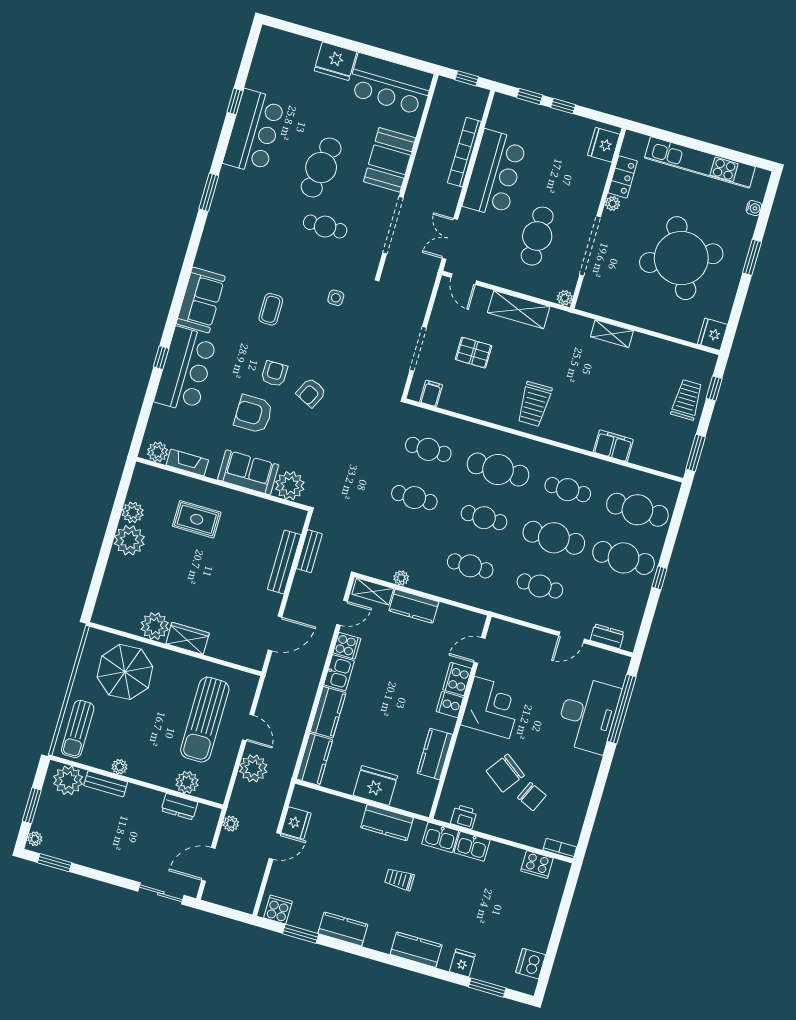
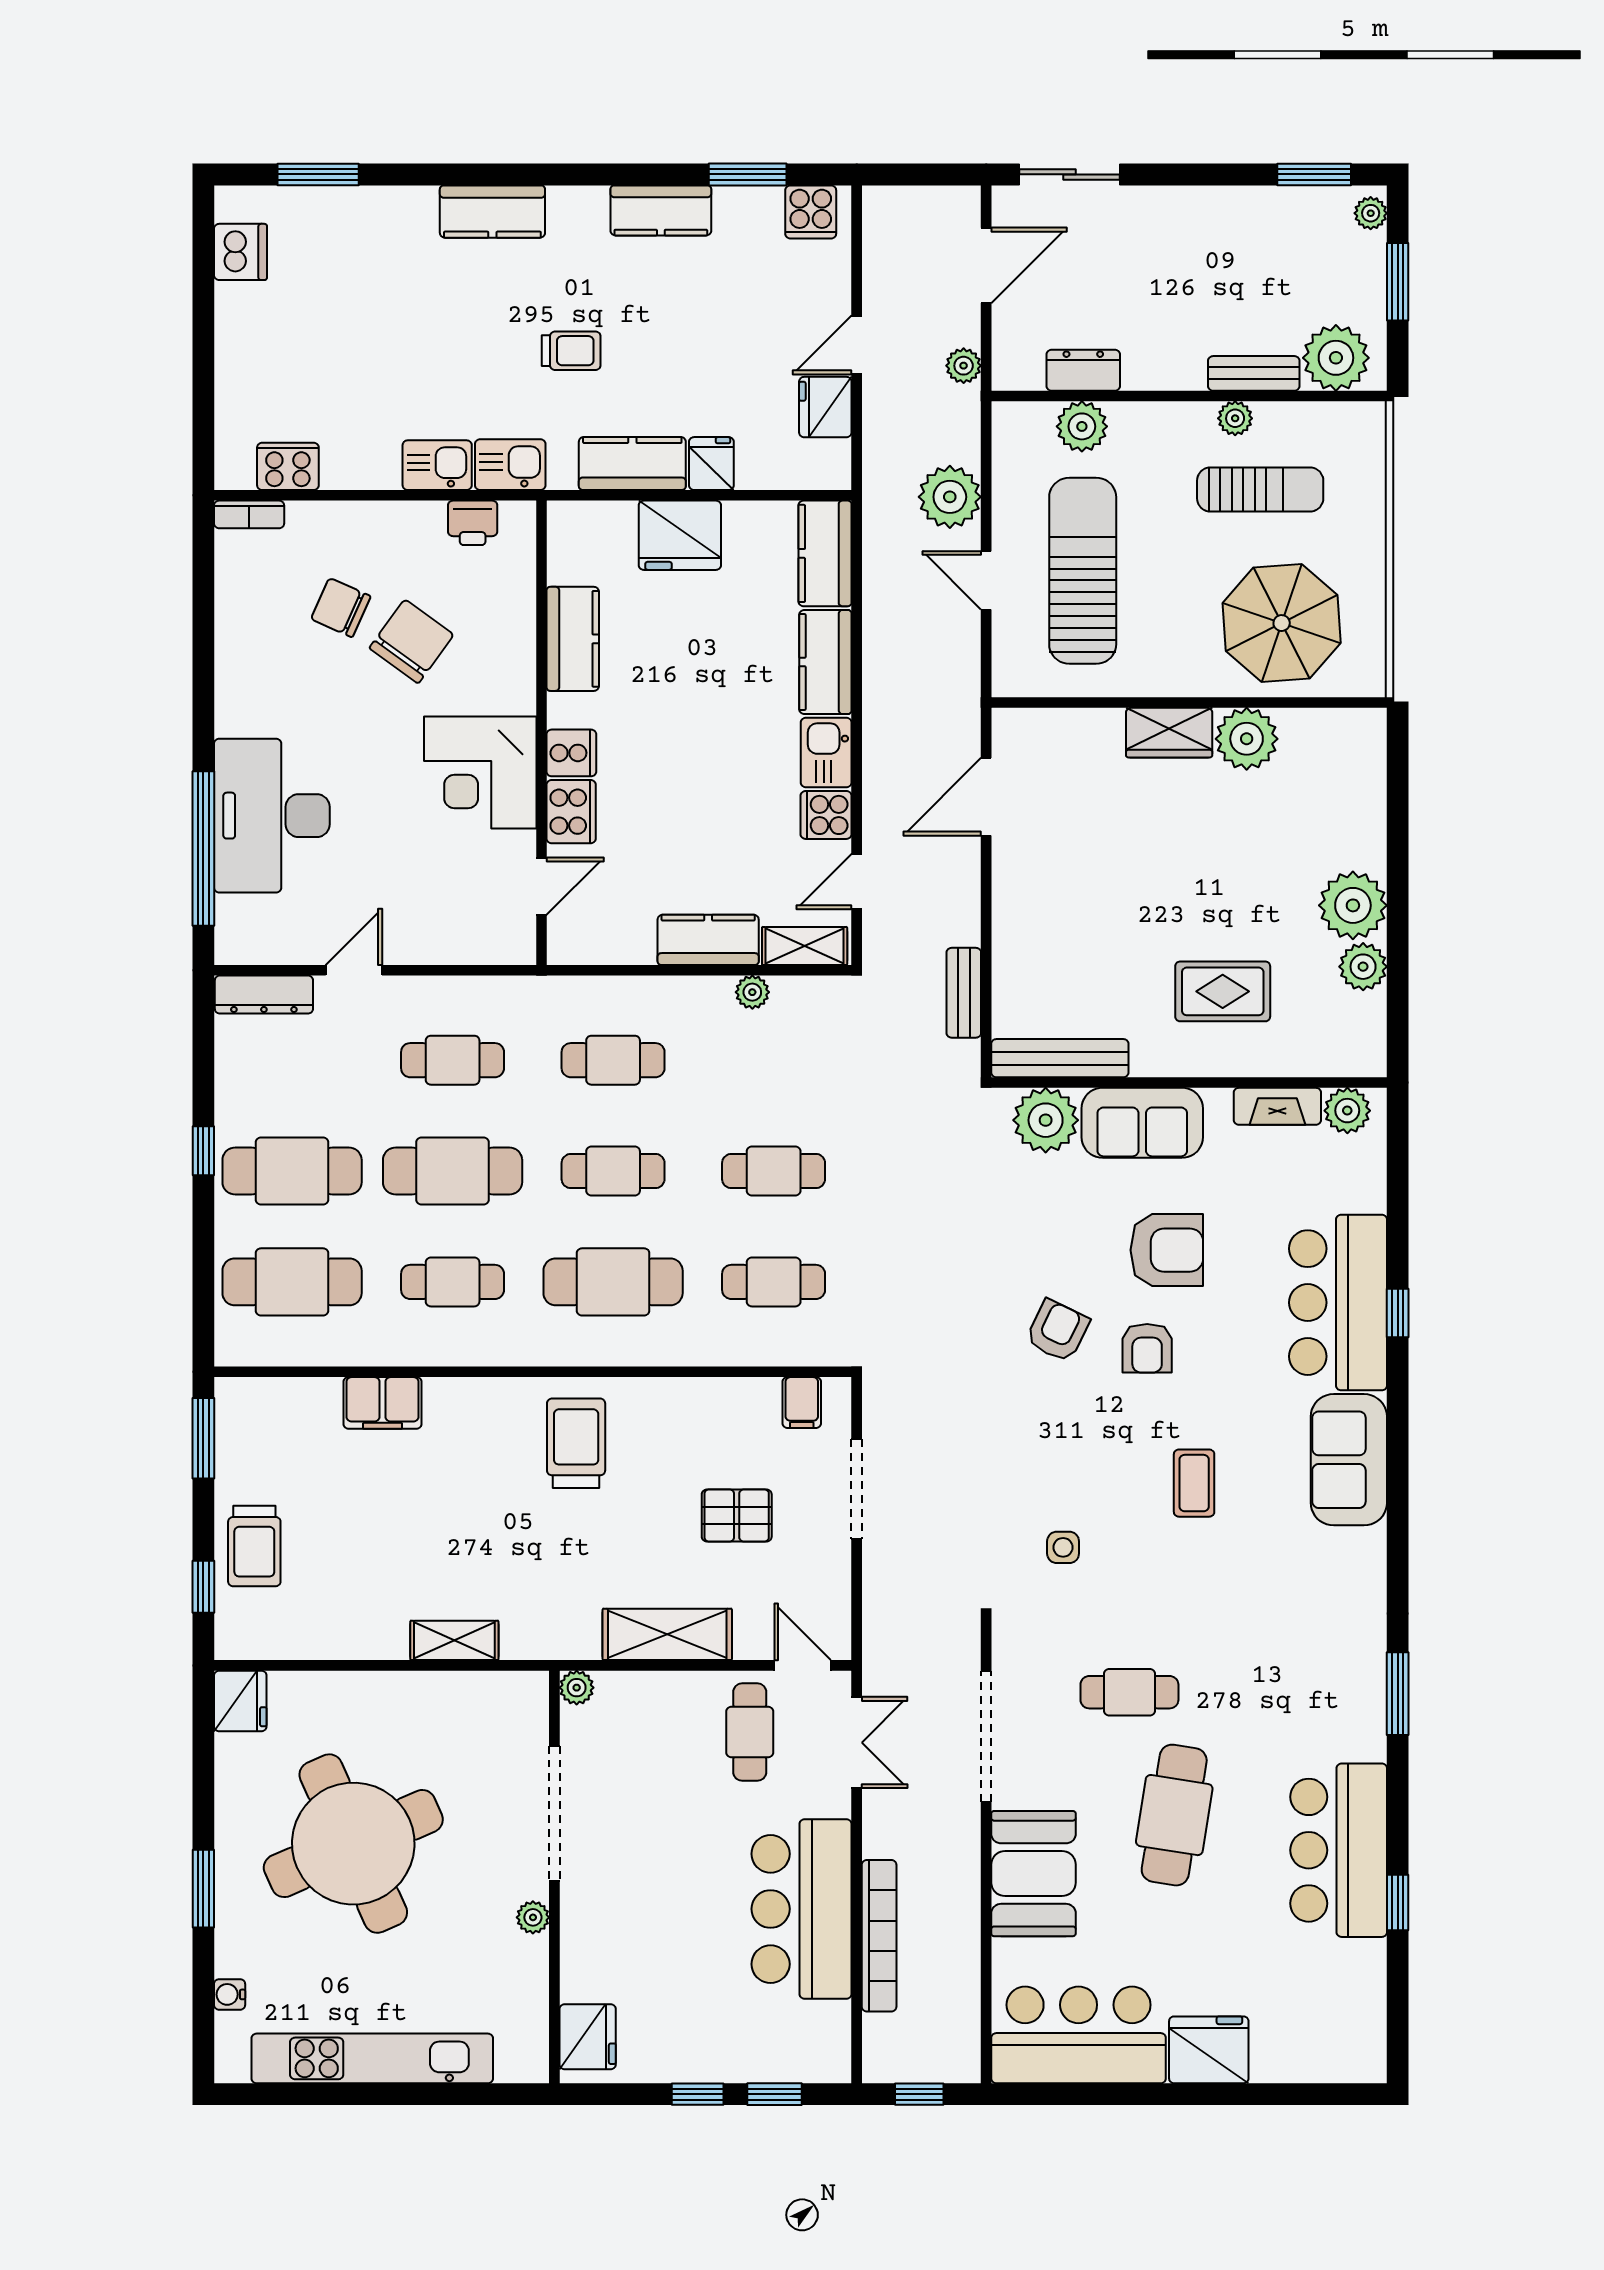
locker: (623, 177) -> (527, 1980), removed
cafe table: (537, 236) -> (750, 1732), moved, width x0.73, depth x0.74
bench: (284, 562) -> (1060, 1058), moved, turned 90
dresser: (607, 636) -> (264, 995), width x1.44
sun lounger: (78, 729) -> (1260, 489), moved, turned 90
fridge: (462, 963) -> (711, 464), moved, turned 180

